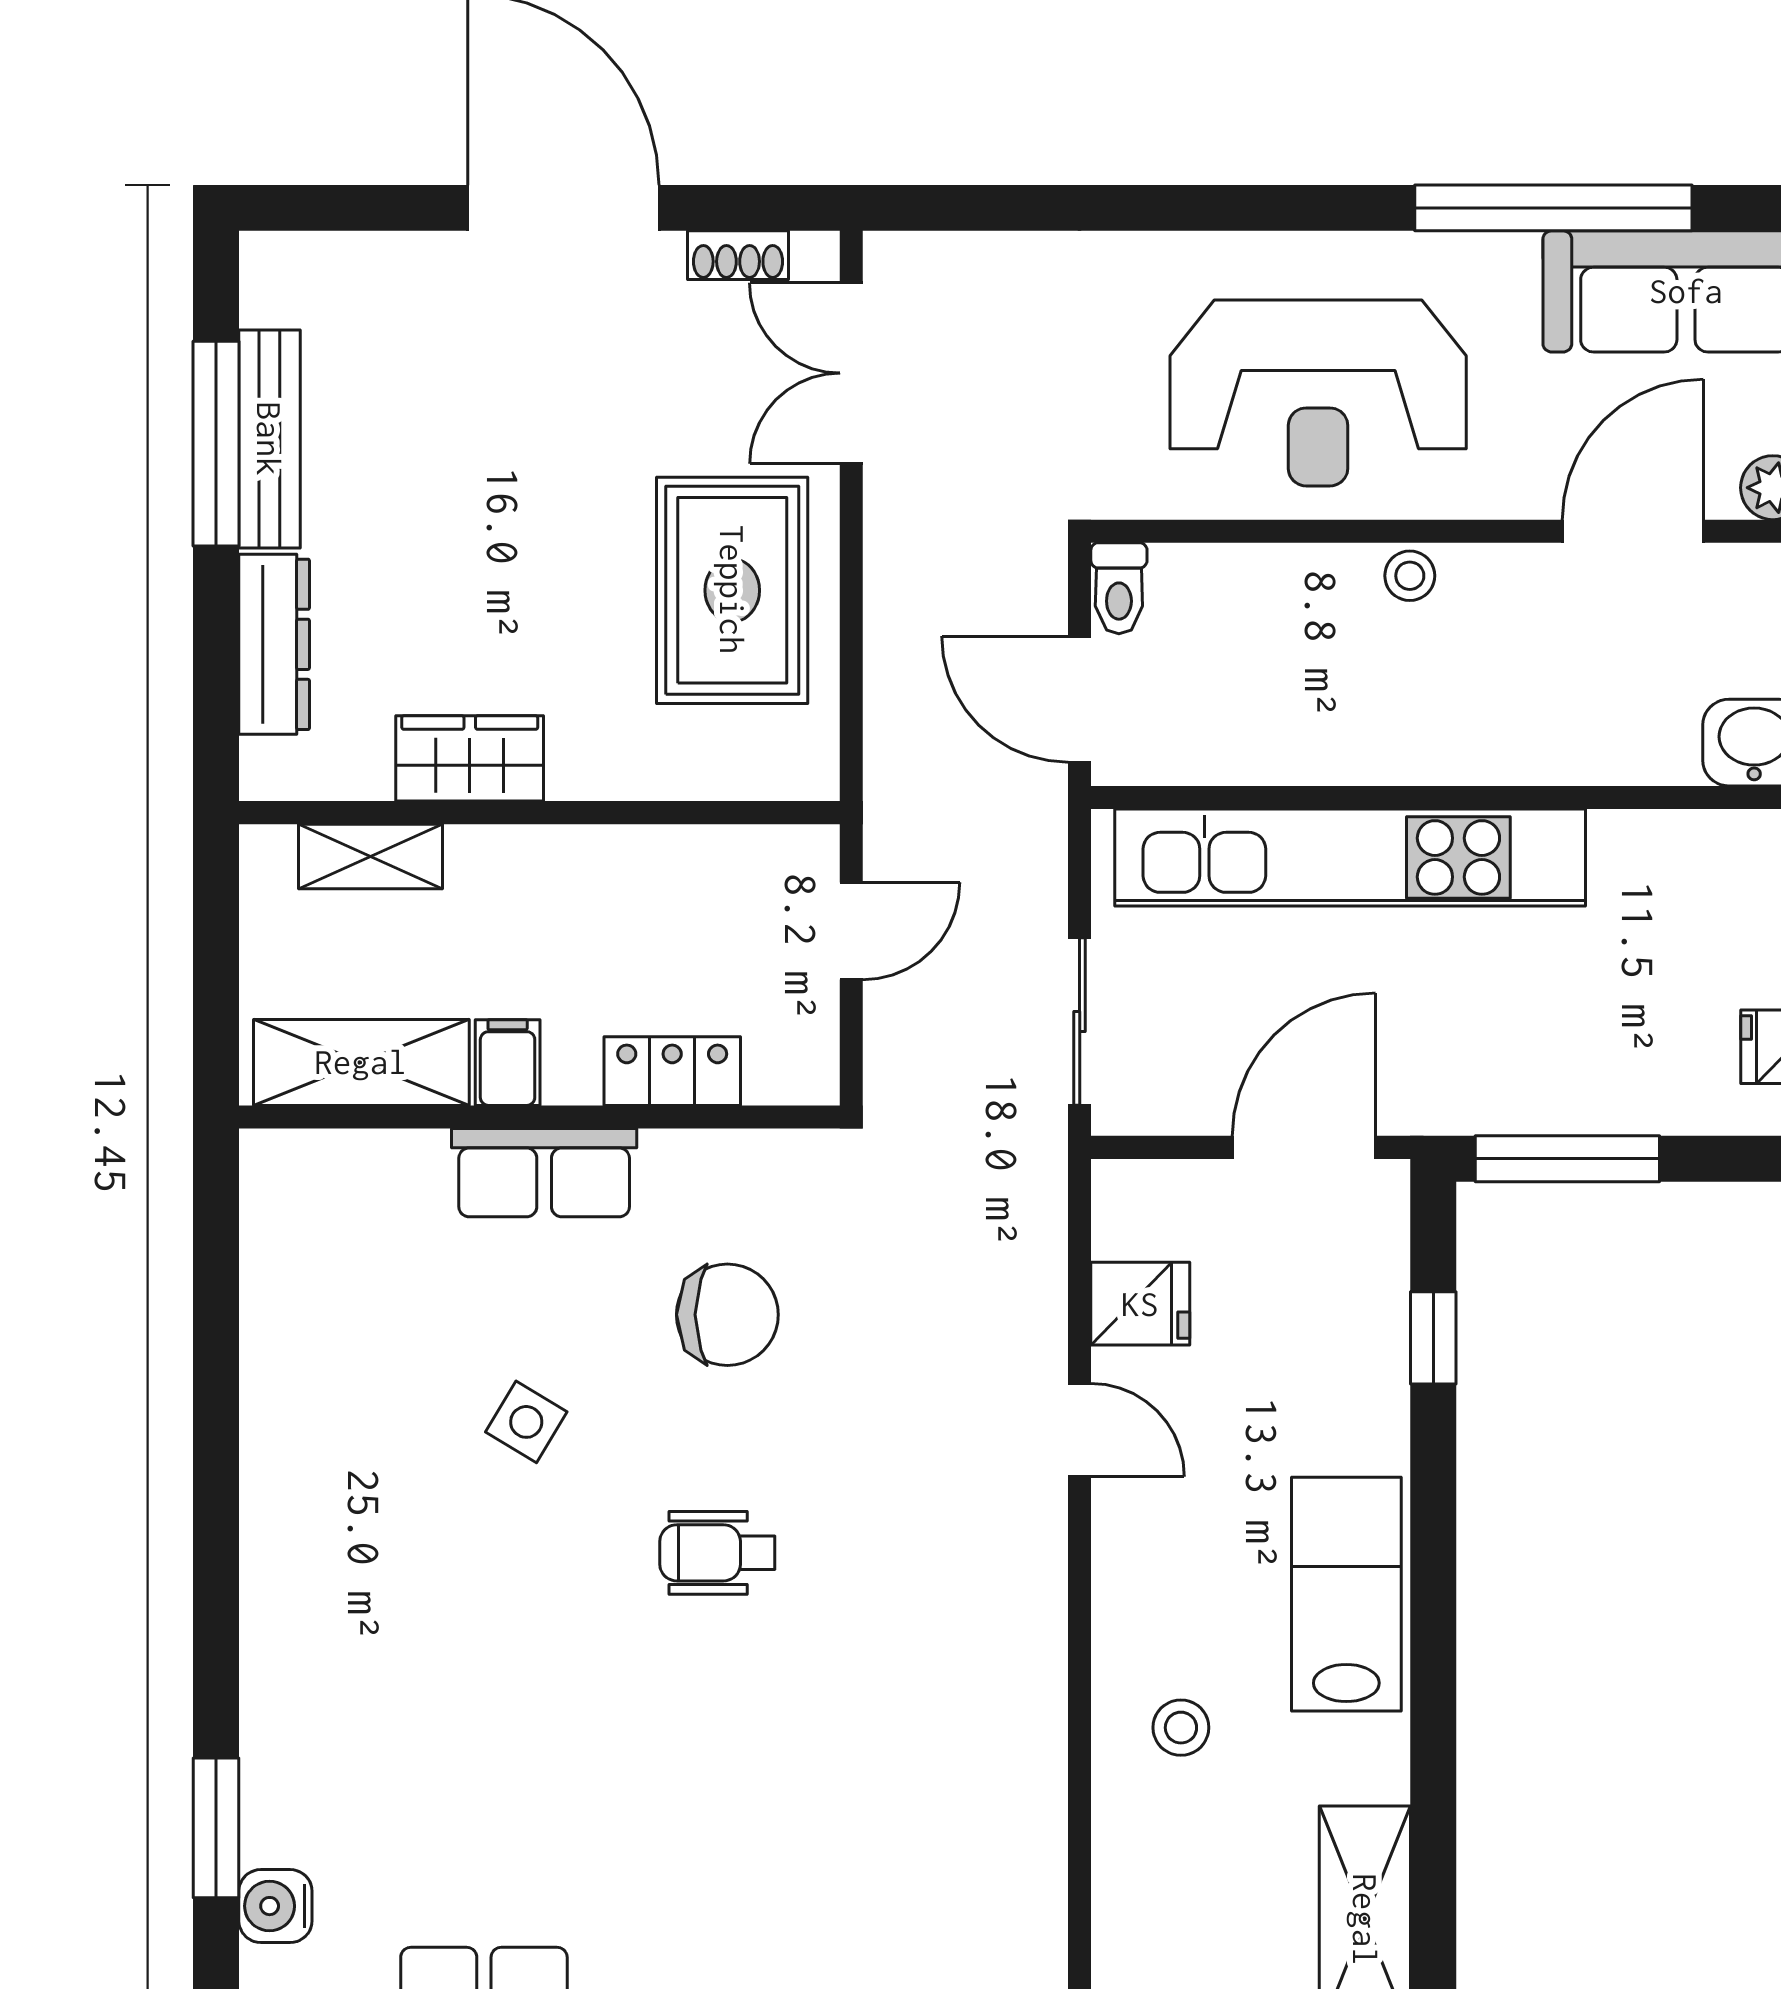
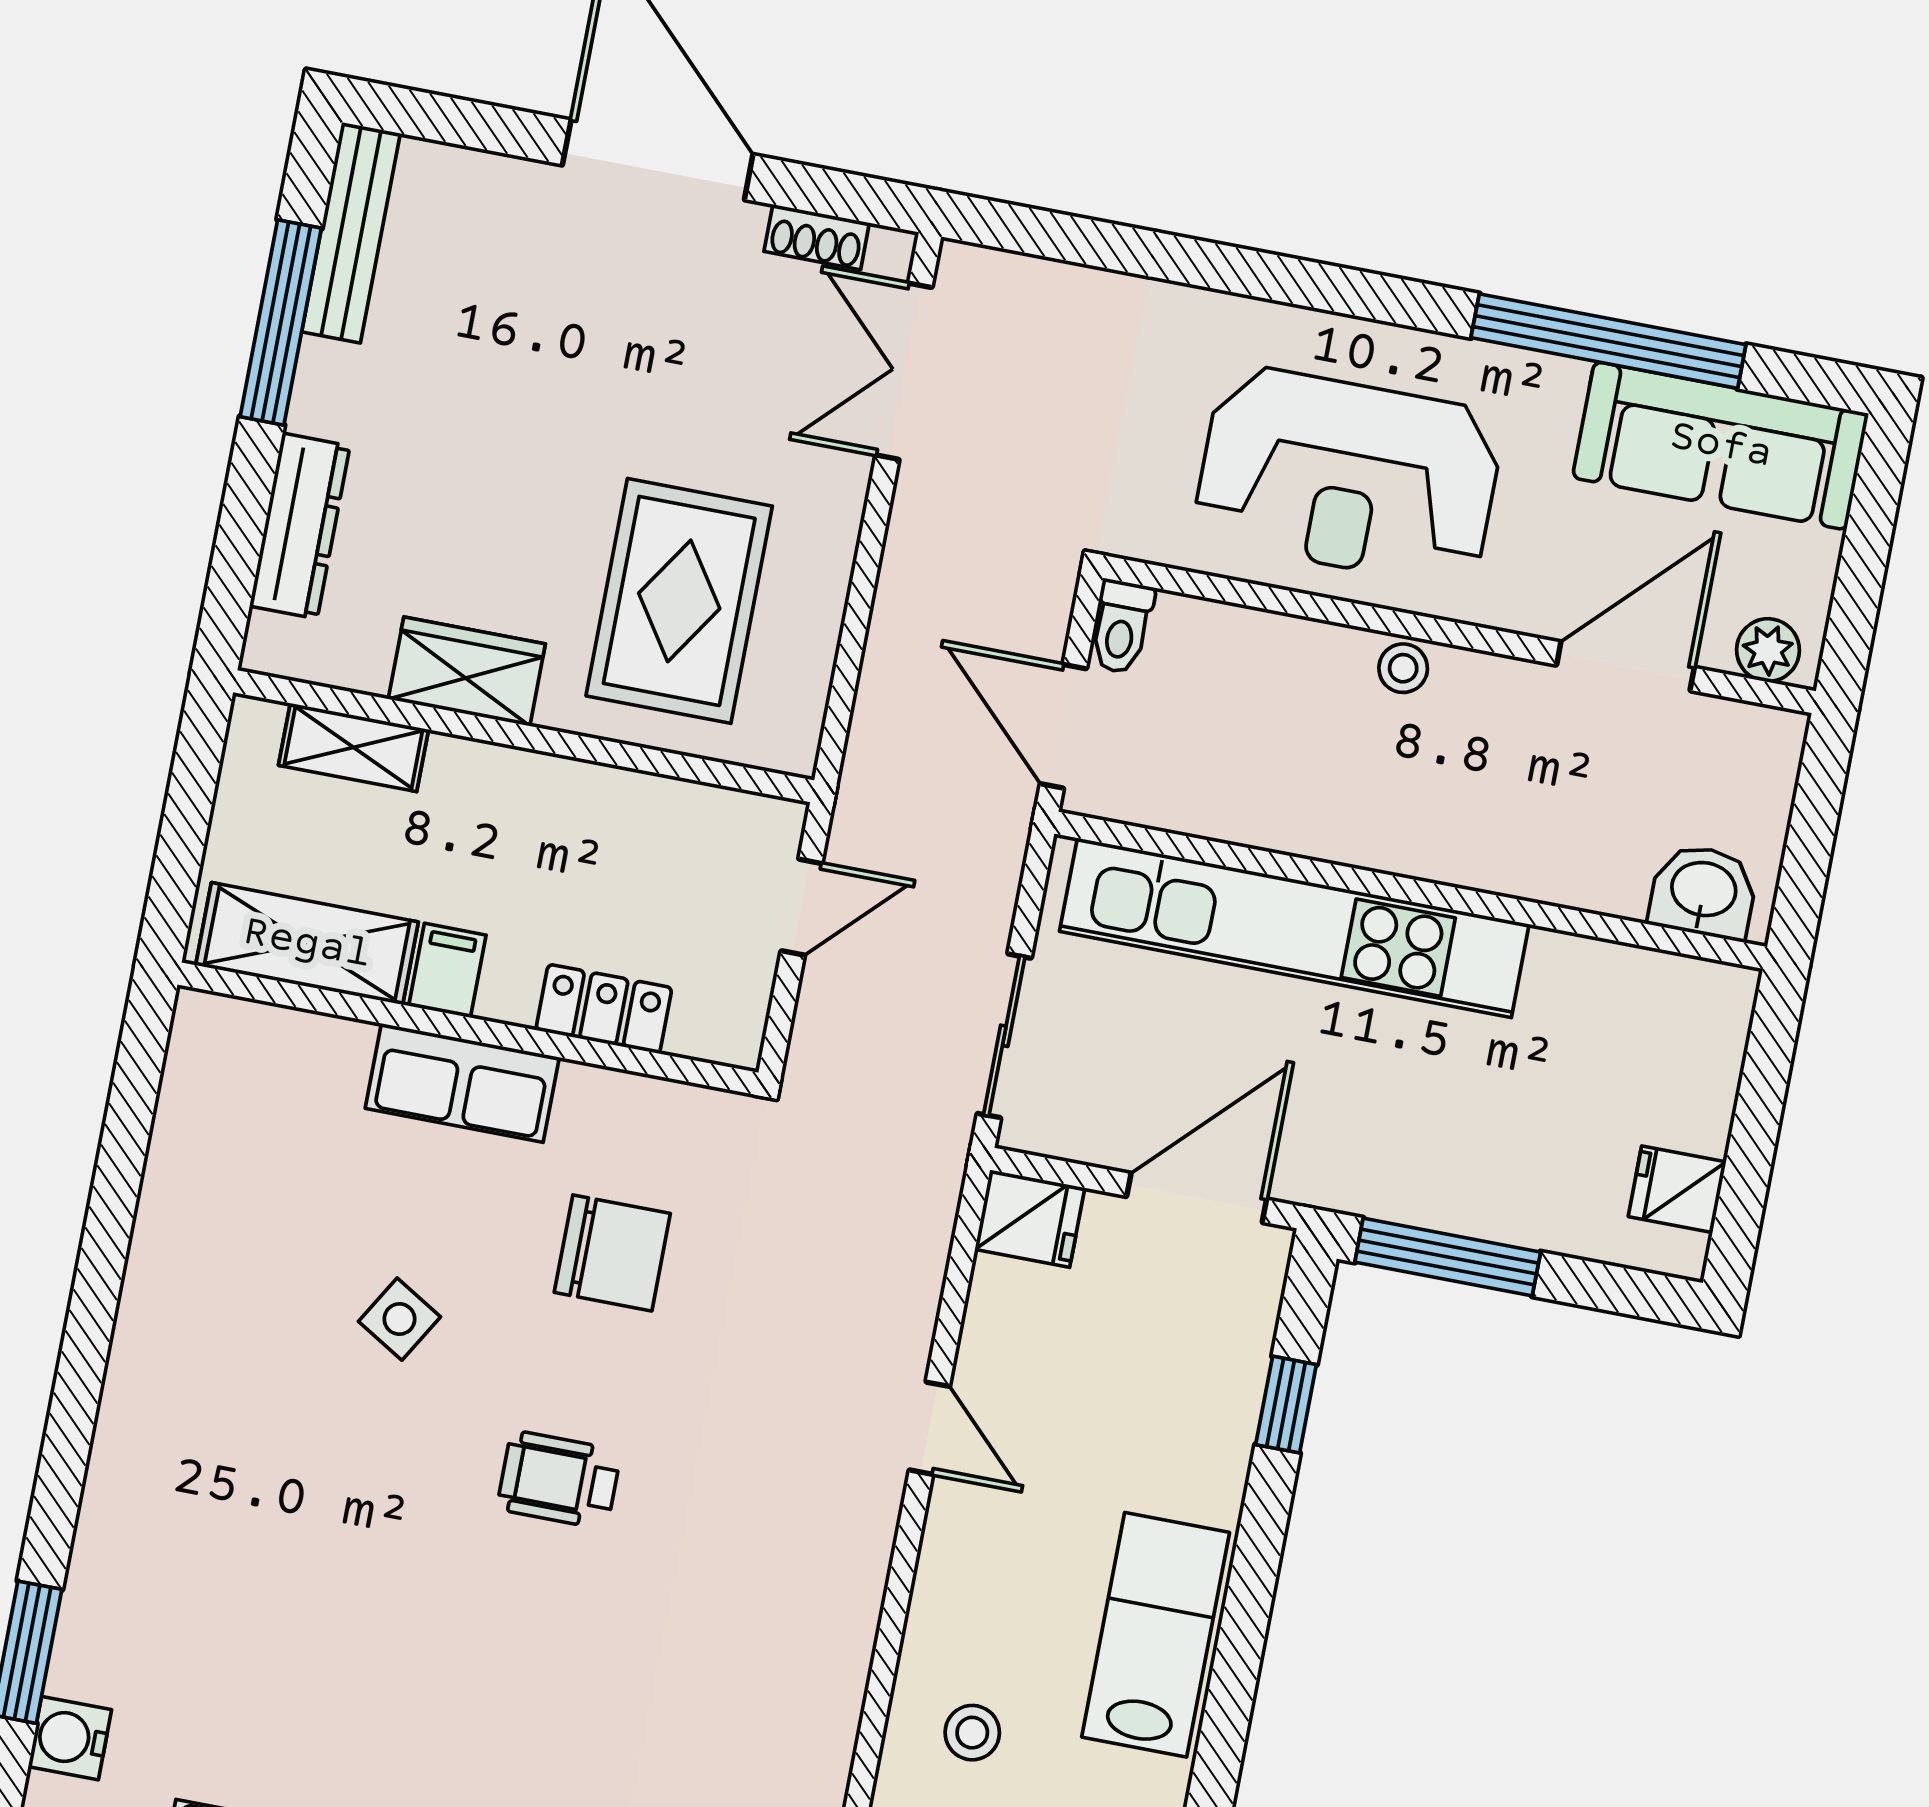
bench: (269, 439) -> (351, 233), moved
rug: (732, 590) -> (679, 601), moved
fridge: (1140, 1304) -> (1030, 1219), moved

